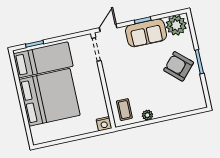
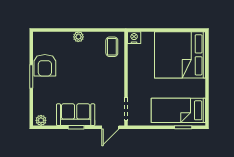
plant: (176, 25) -> (41, 120), width x0.53, depth x0.53
armchair: (179, 66) -> (45, 65), moved, turned 48
bed: (49, 97) -> (180, 55), moved
plant: (147, 115) -> (78, 37), moved

